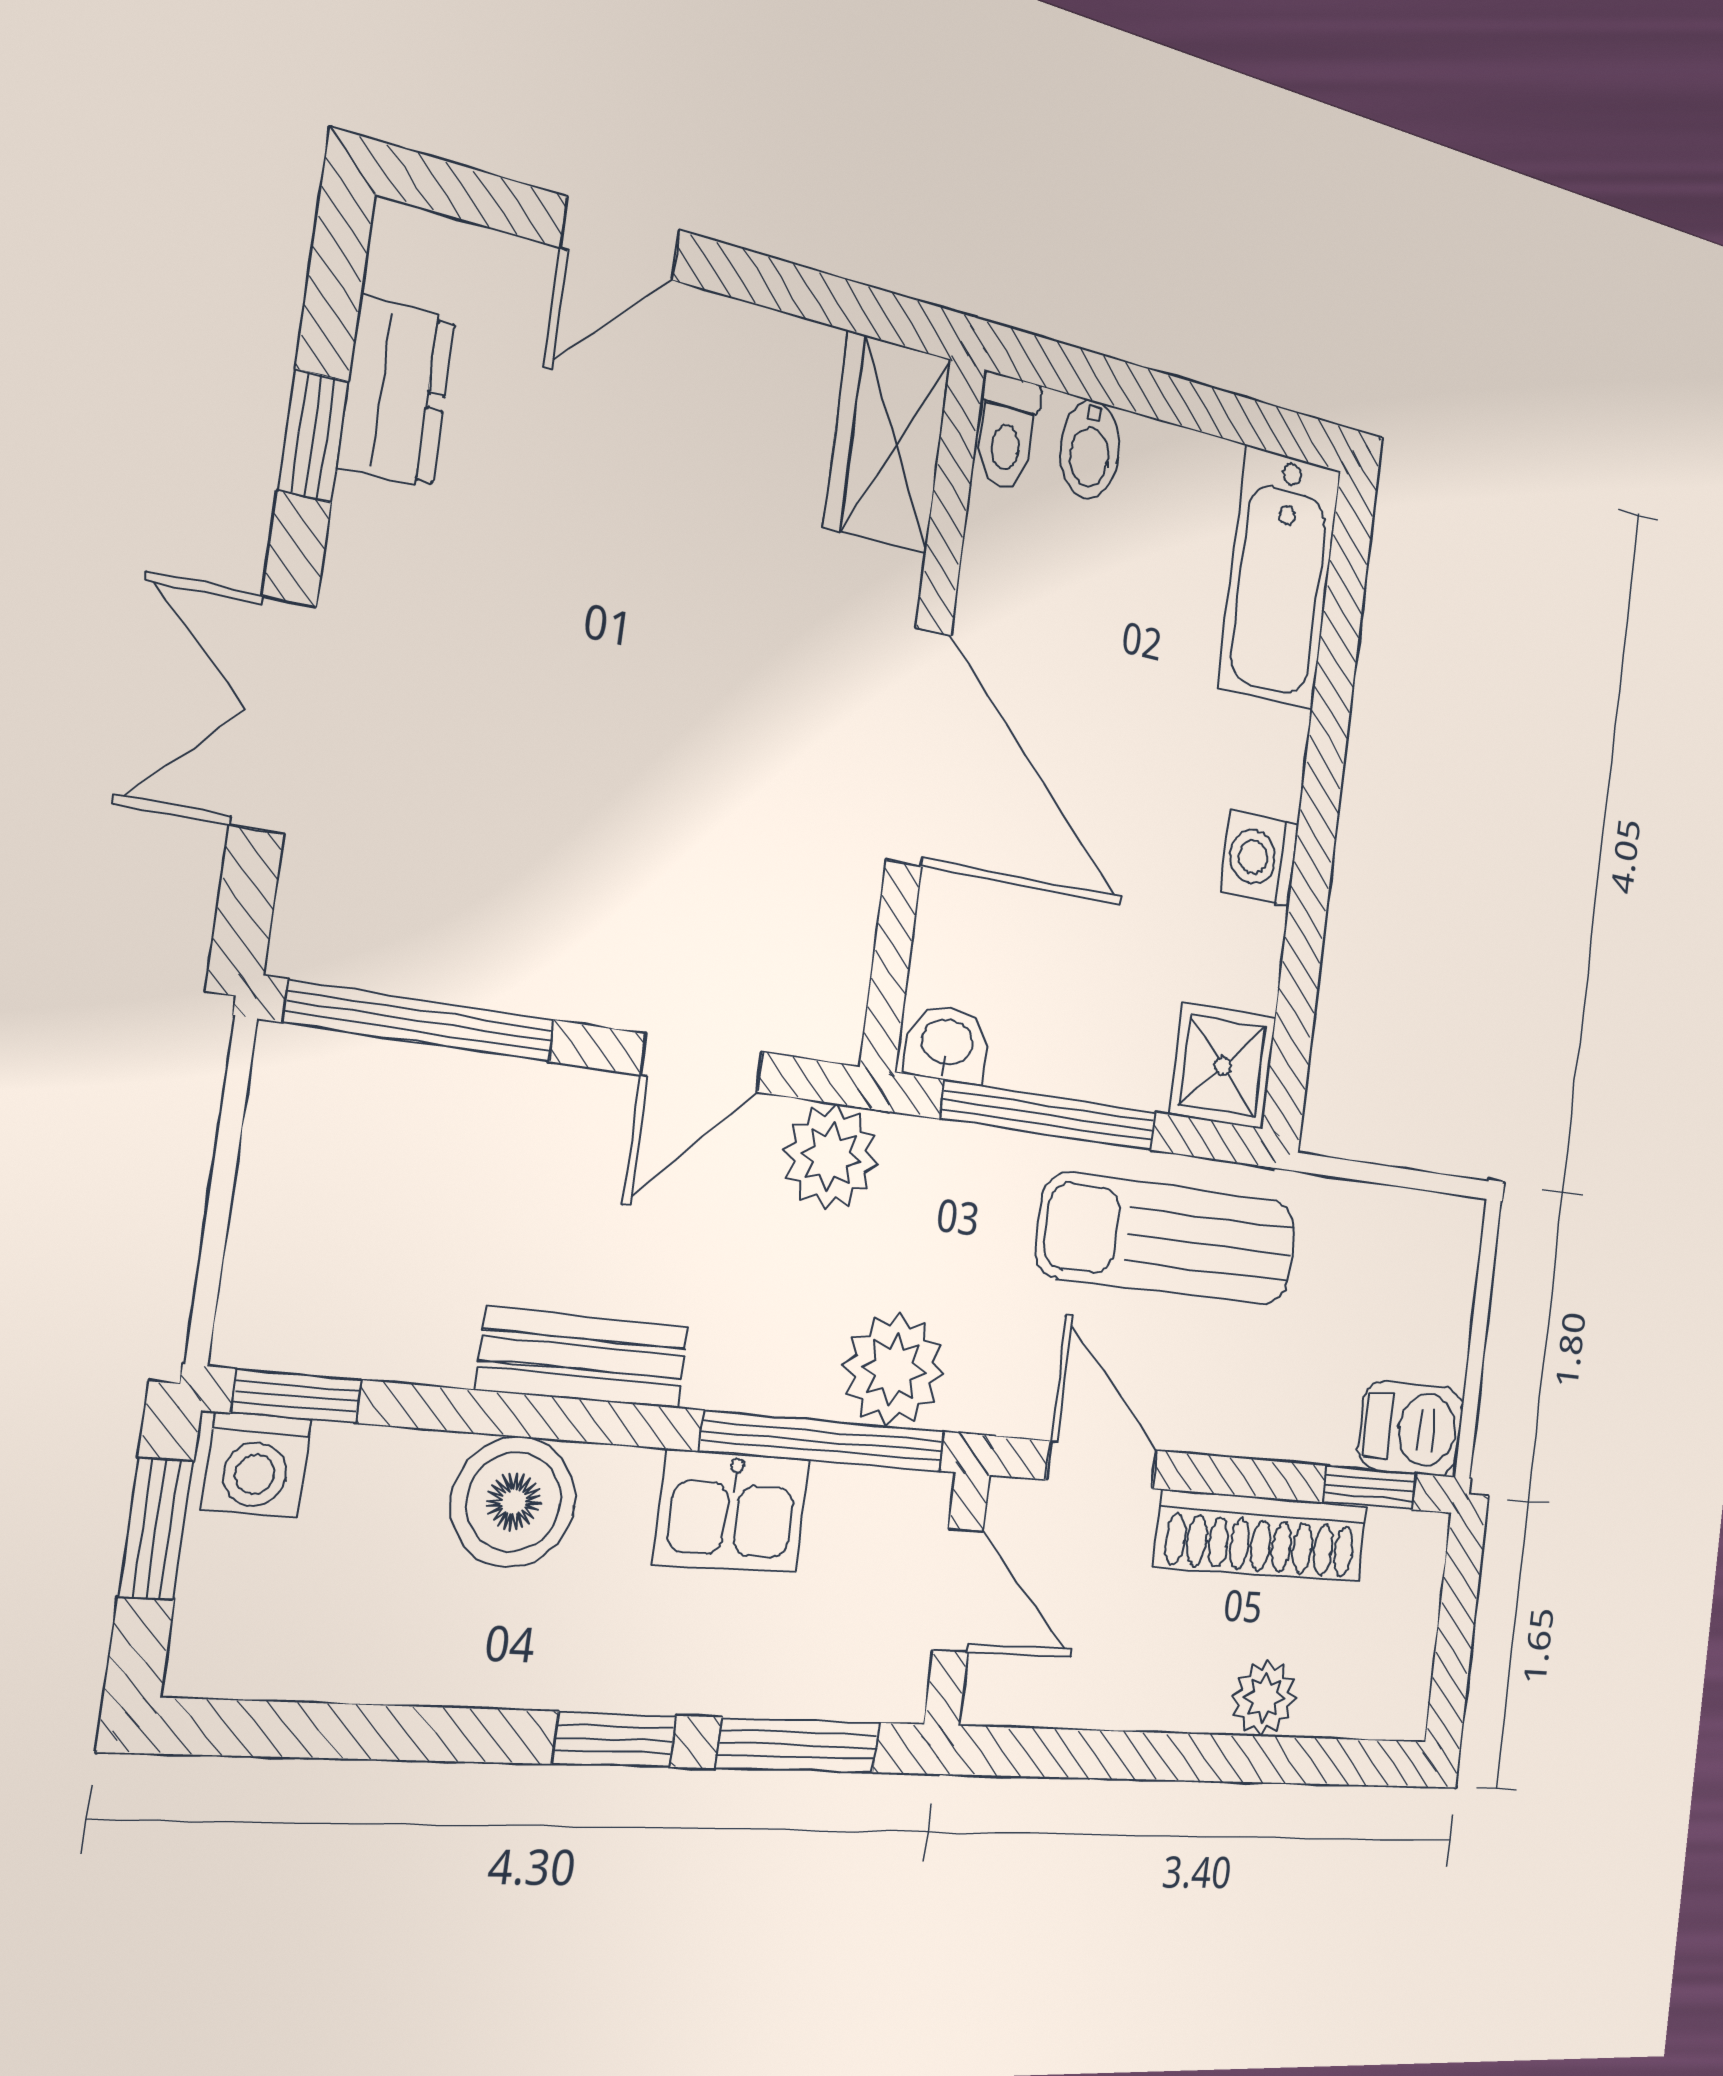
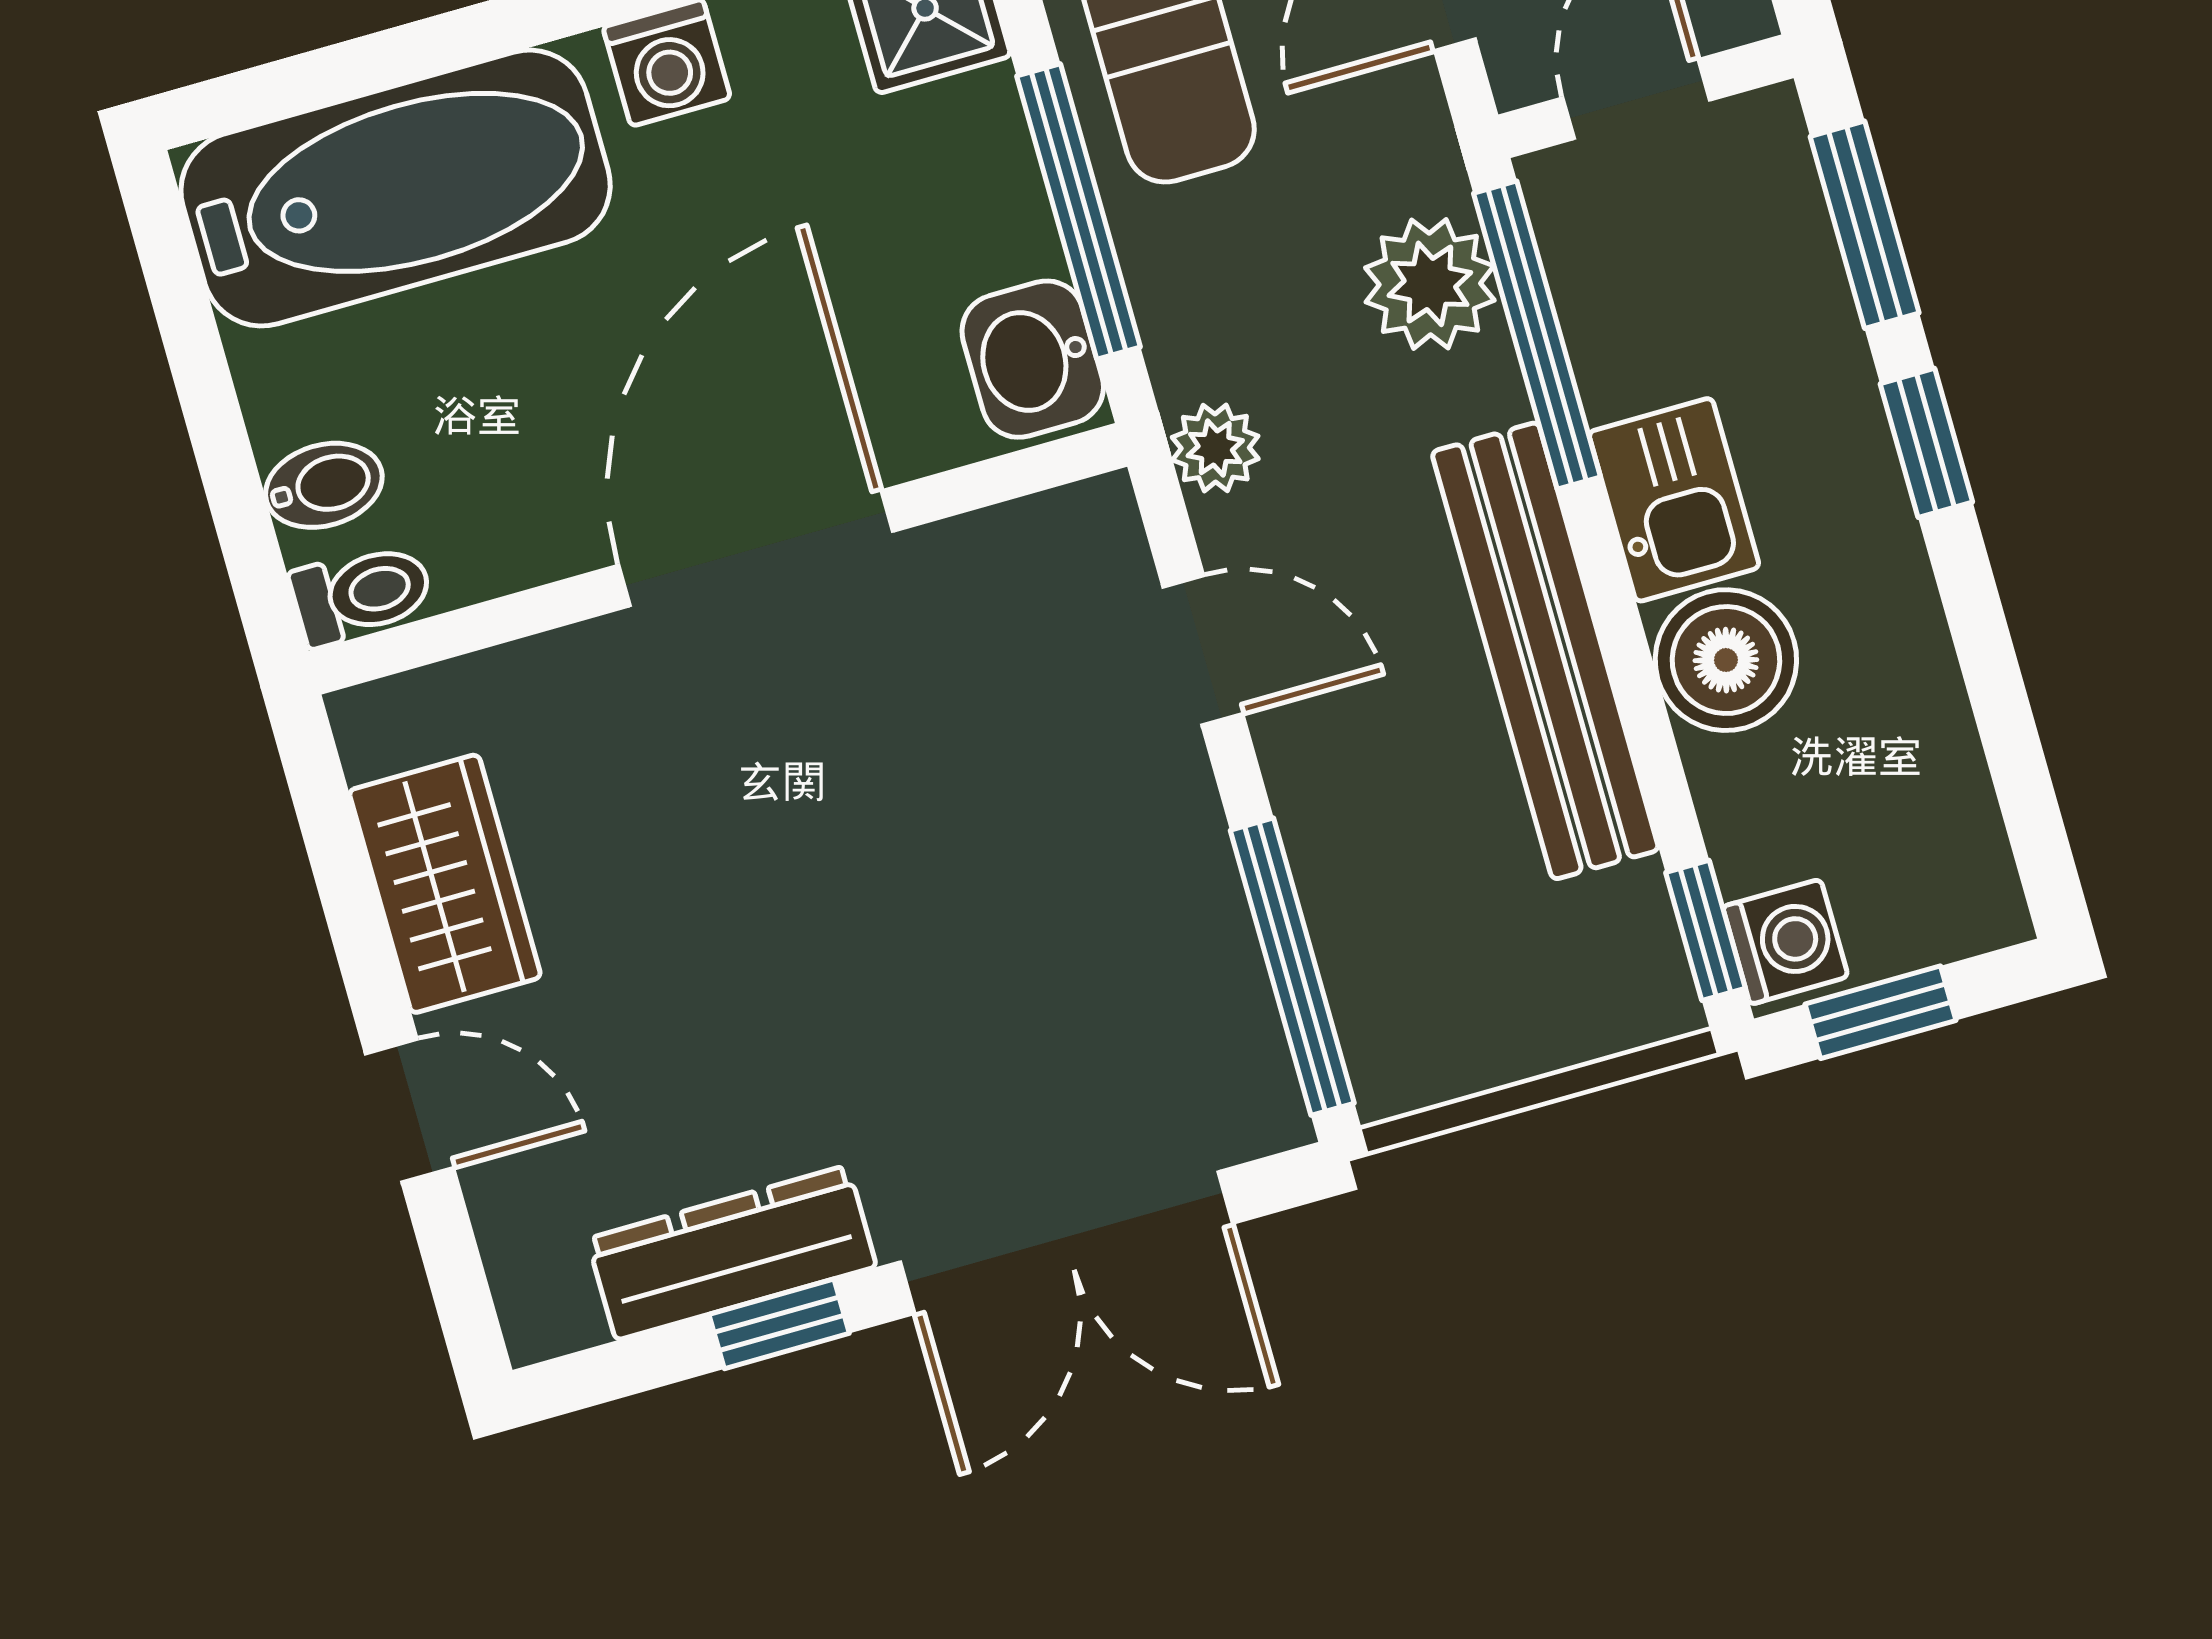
dresser: (396, 392) -> (732, 1253), width x1.44
wardrobe: (888, 443) -> (445, 884), moved, turned -90
bathtub: (1280, 578) -> (396, 188), width x1.36, depth x1.36
double door: (273, 715) -> (1066, 1243), width x1.37
washbasin: (947, 1044) -> (1033, 359), width x1.38, depth x1.45
plant: (831, 1156) -> (1215, 448), width x0.73, depth x0.73
bench: (583, 1358) -> (1545, 651), width x1.86, depth x1.21
kitchen sink: (732, 1511) -> (1674, 500), moved

